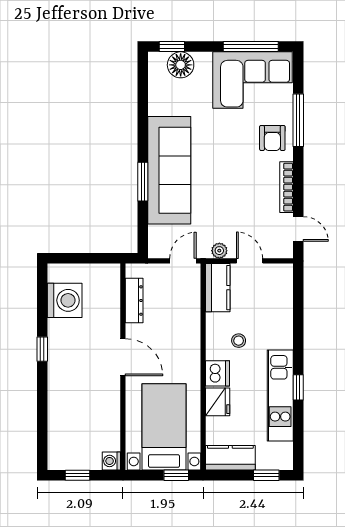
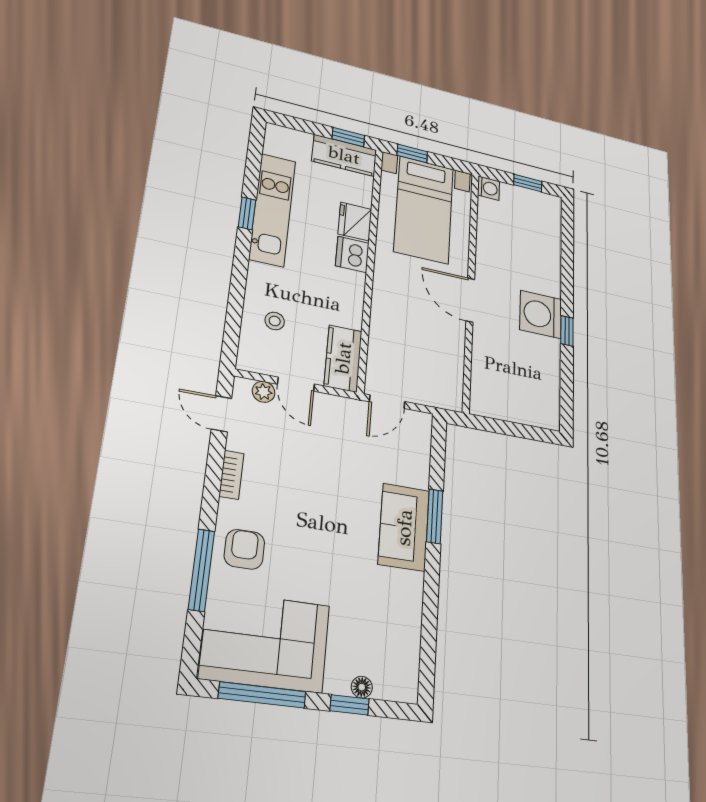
window: (172, 47) -> (350, 705), moved
floor lamp: (181, 65) -> (362, 687), width x0.53, depth x0.53
sofa: (169, 170) -> (404, 527), width x0.54, depth x0.79
bookcase: (287, 187) -> (232, 475), width x0.64
plant: (219, 251) -> (264, 392), moved
washing machine: (65, 300) -> (541, 314), moved
dresser: (134, 301) -> (453, 365), removed
stool: (239, 341) -> (275, 321), moved
window: (266, 475) -> (348, 137), moved

